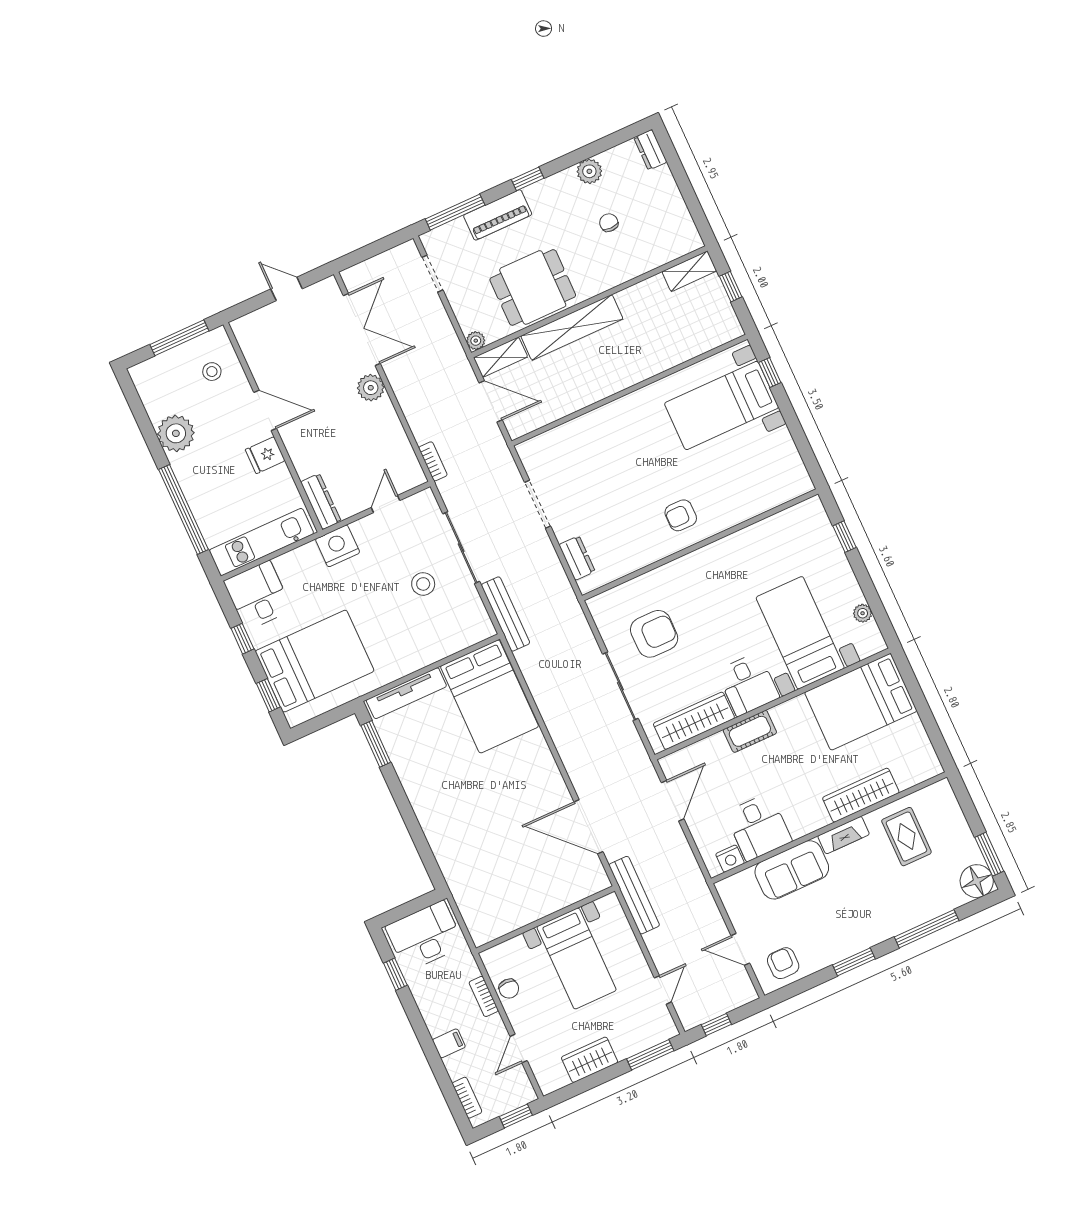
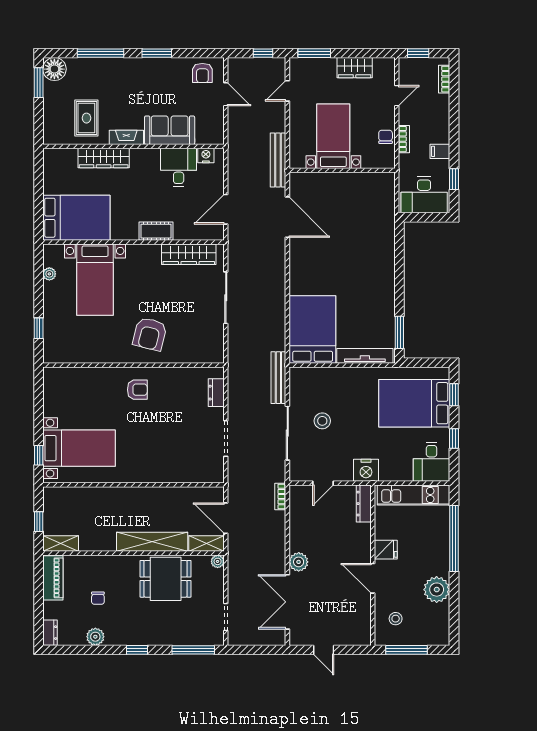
piano: (498, 215) -> (53, 578), moved, turned 90
armchair: (654, 634) -> (150, 334), moved, turned -76
desk: (748, 684) -> (144, 262), removed
filing cabinet: (449, 1043) -> (440, 151), moved

